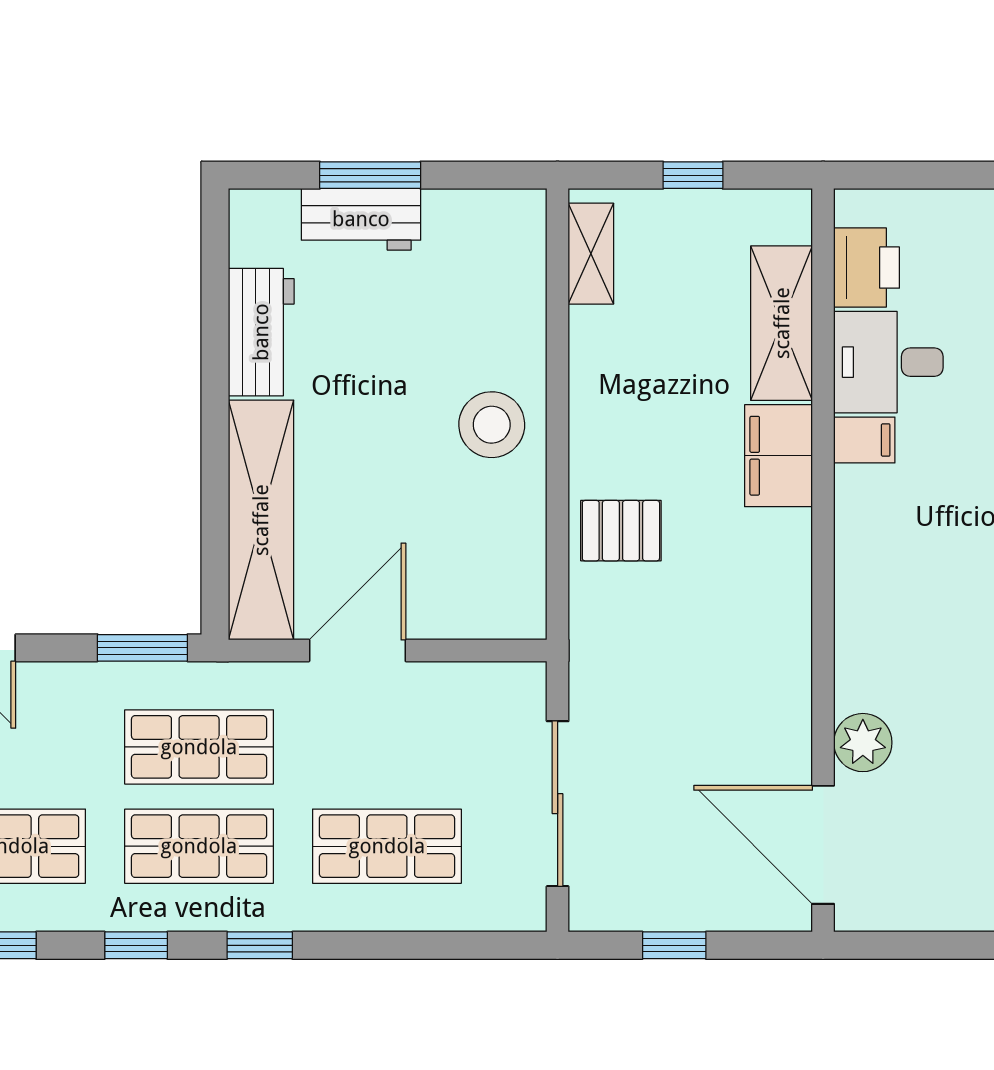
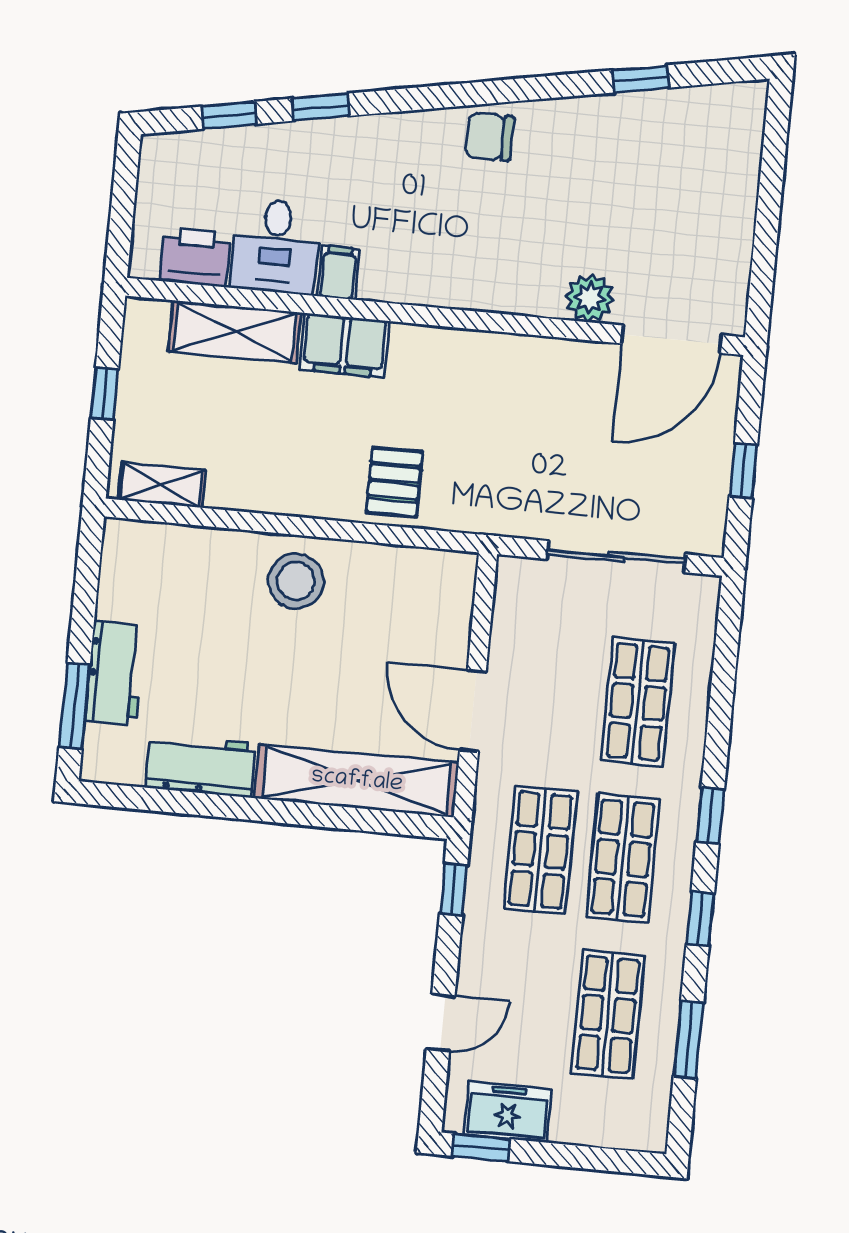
window: (370, 175) -> (75, 706), moved
window: (142, 648) -> (453, 889), width x0.67

